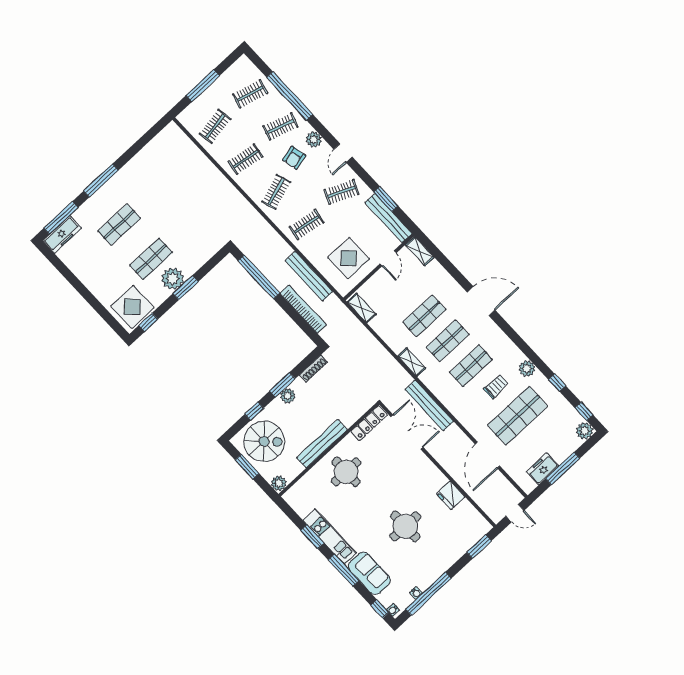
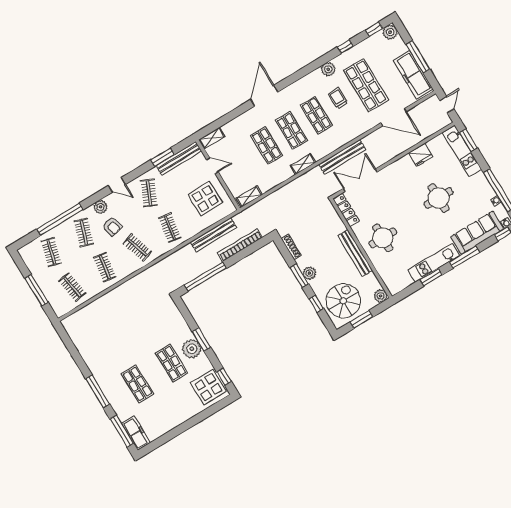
freezer: (543, 469) -> (413, 75), width x1.91, depth x1.26
kitchen unit: (465, 542) -> (462, 151), added
sofa: (369, 573) -> (477, 233), width x1.36

